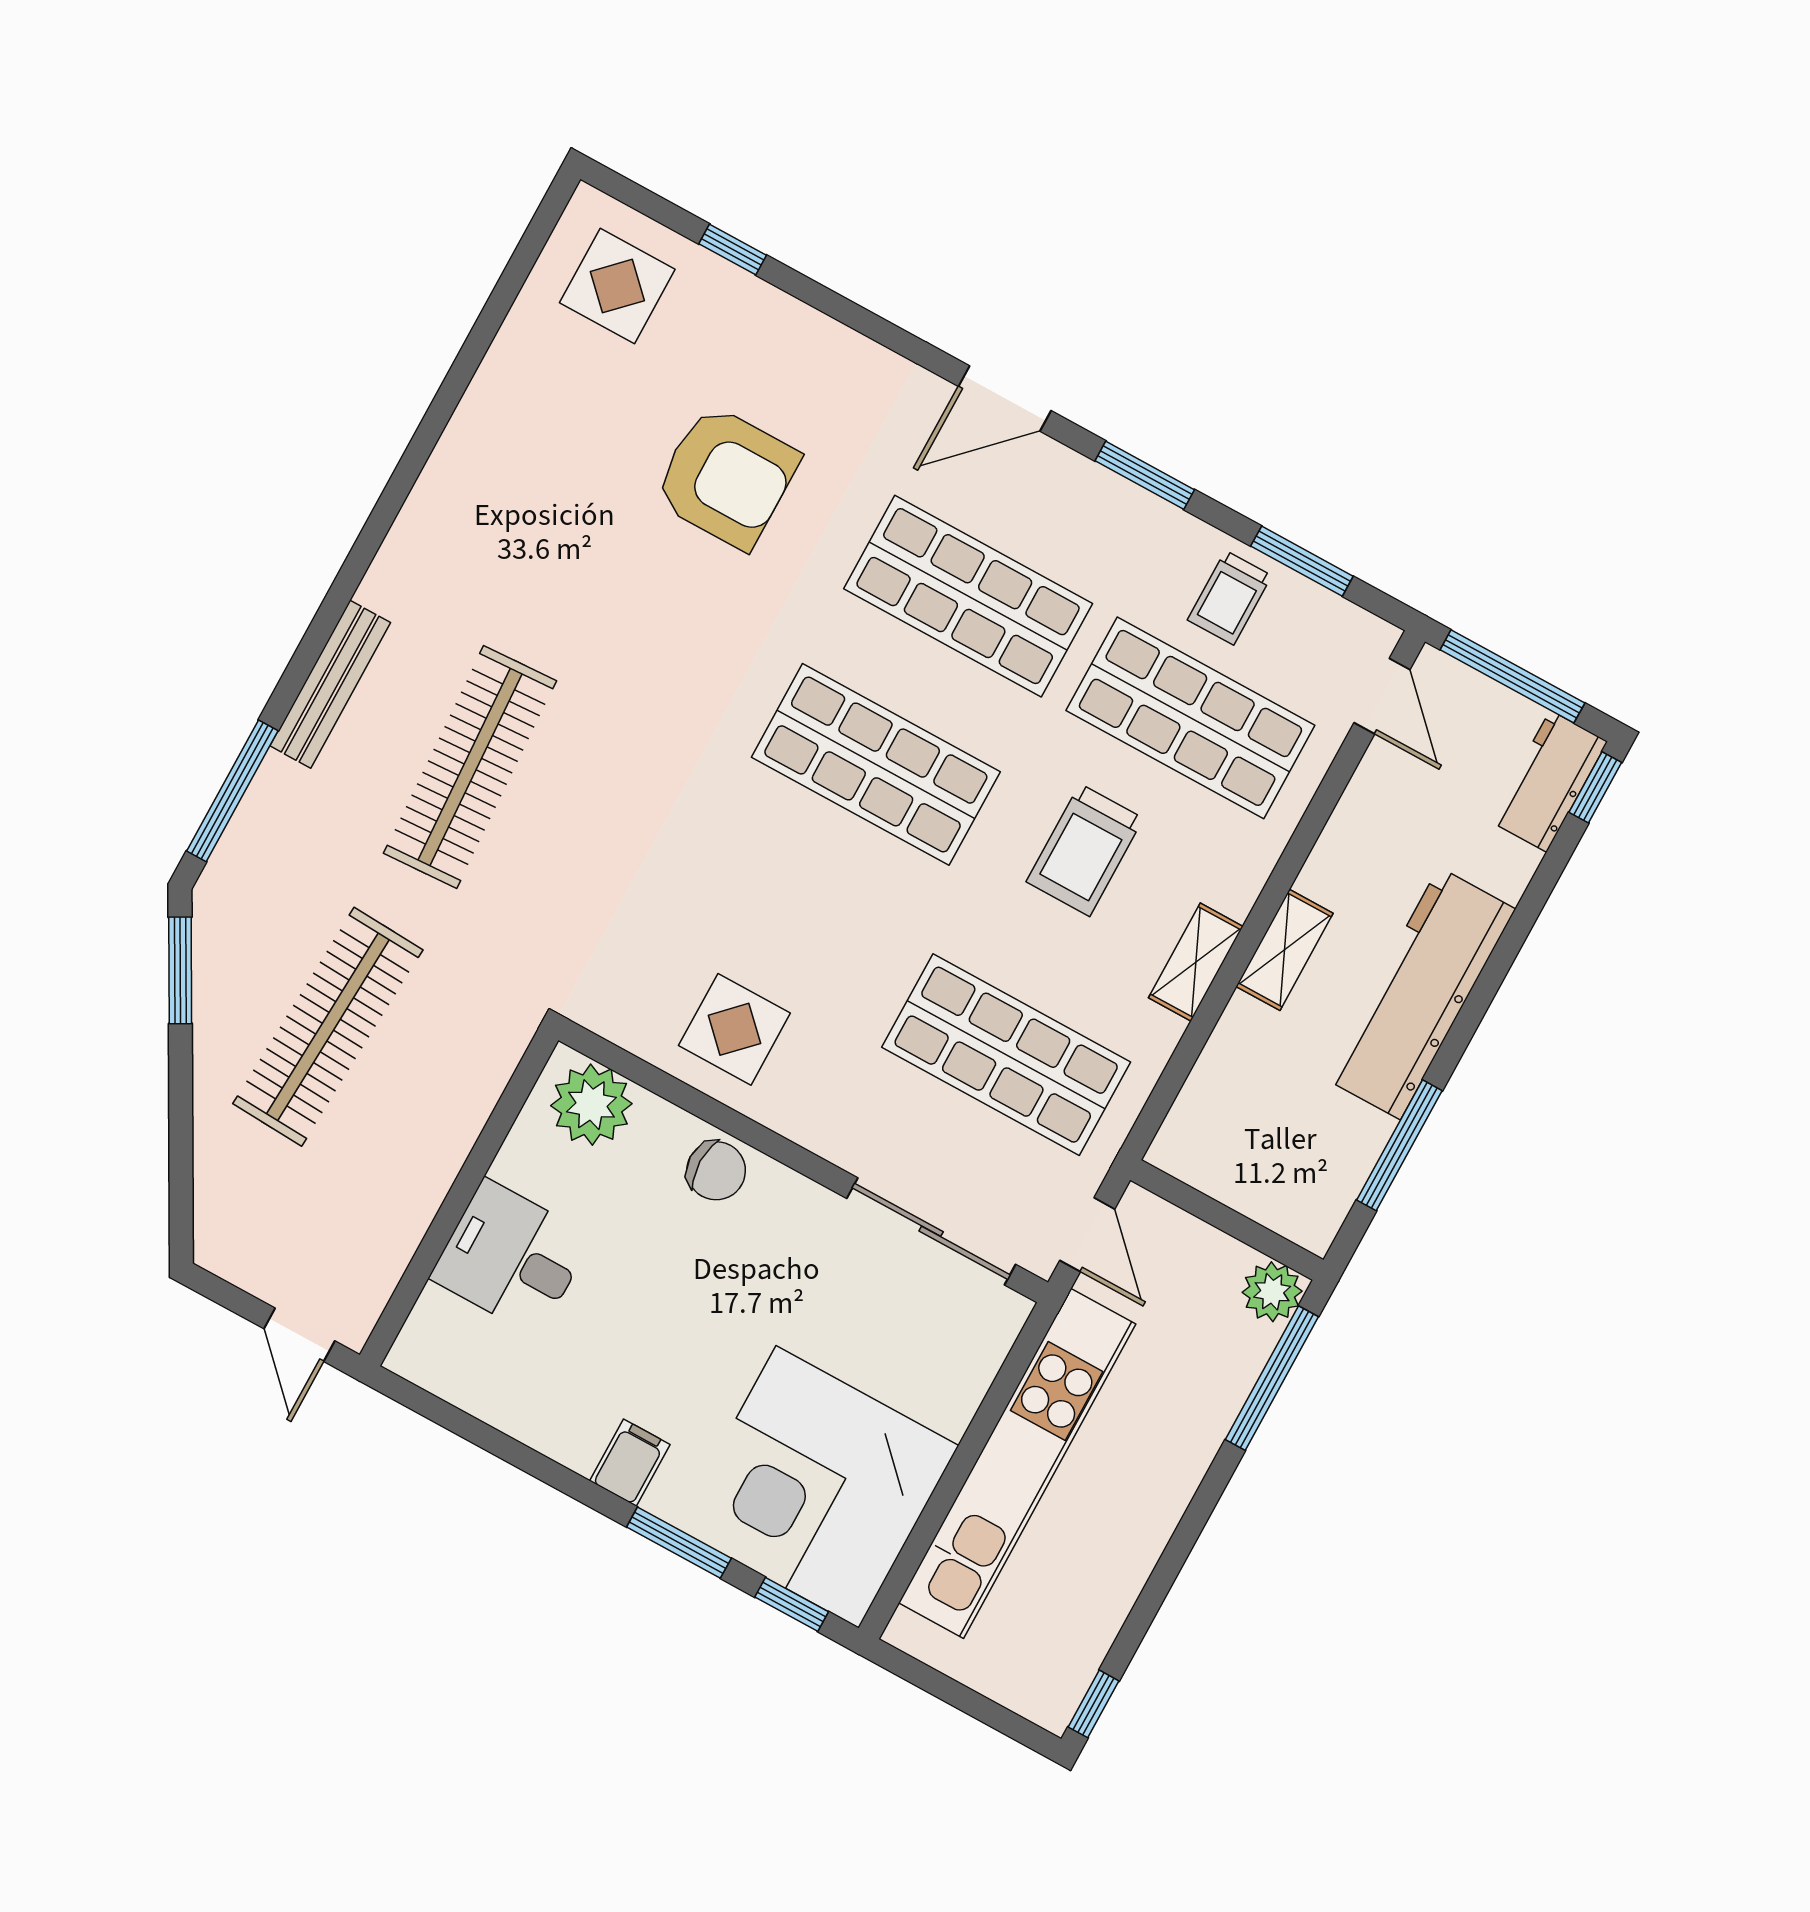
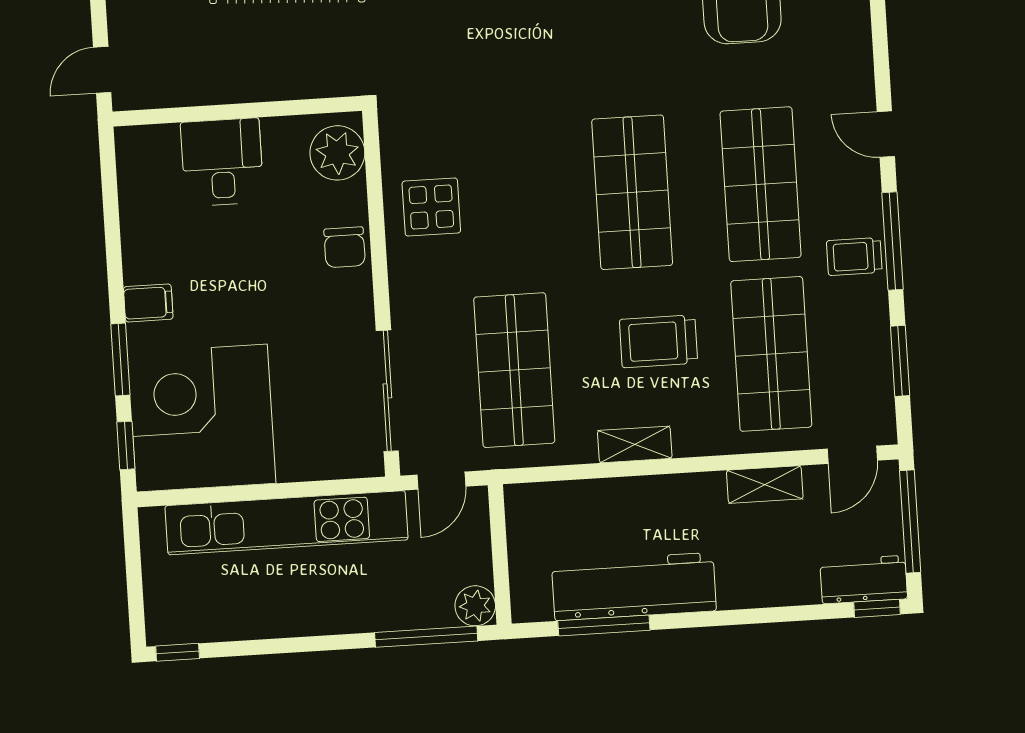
door: (1005, 398) -> (886, 134), width x0.73
window: (1145, 475) -> (893, 241), width x1.44
trolley: (1230, 598) -> (854, 257), moved
shelving: (1285, 950) -> (765, 485), moved
workbench: (1420, 993) -> (634, 587), moved

